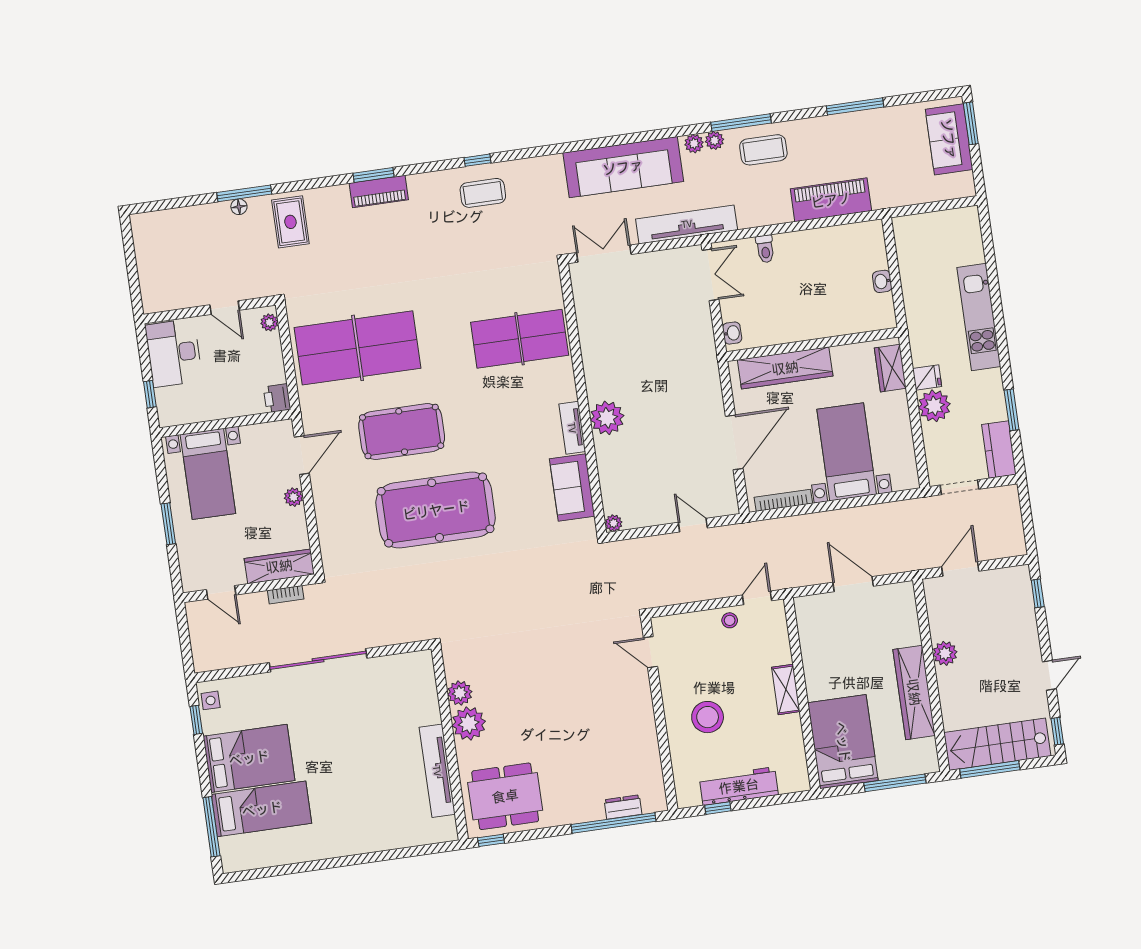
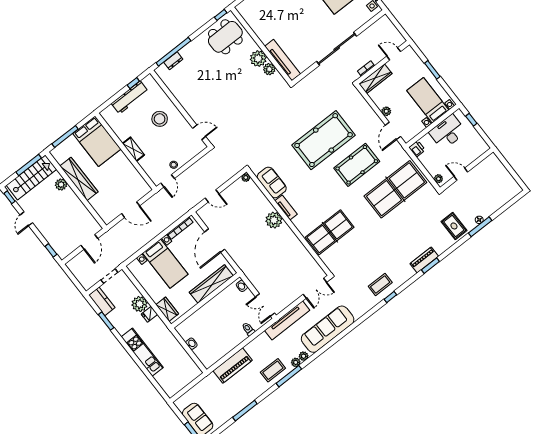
desk: (174, 353) -> (448, 132), moved, turned -90
plant: (945, 653) -> (61, 185), moved
tv unit: (437, 771) -> (283, 60), moved

